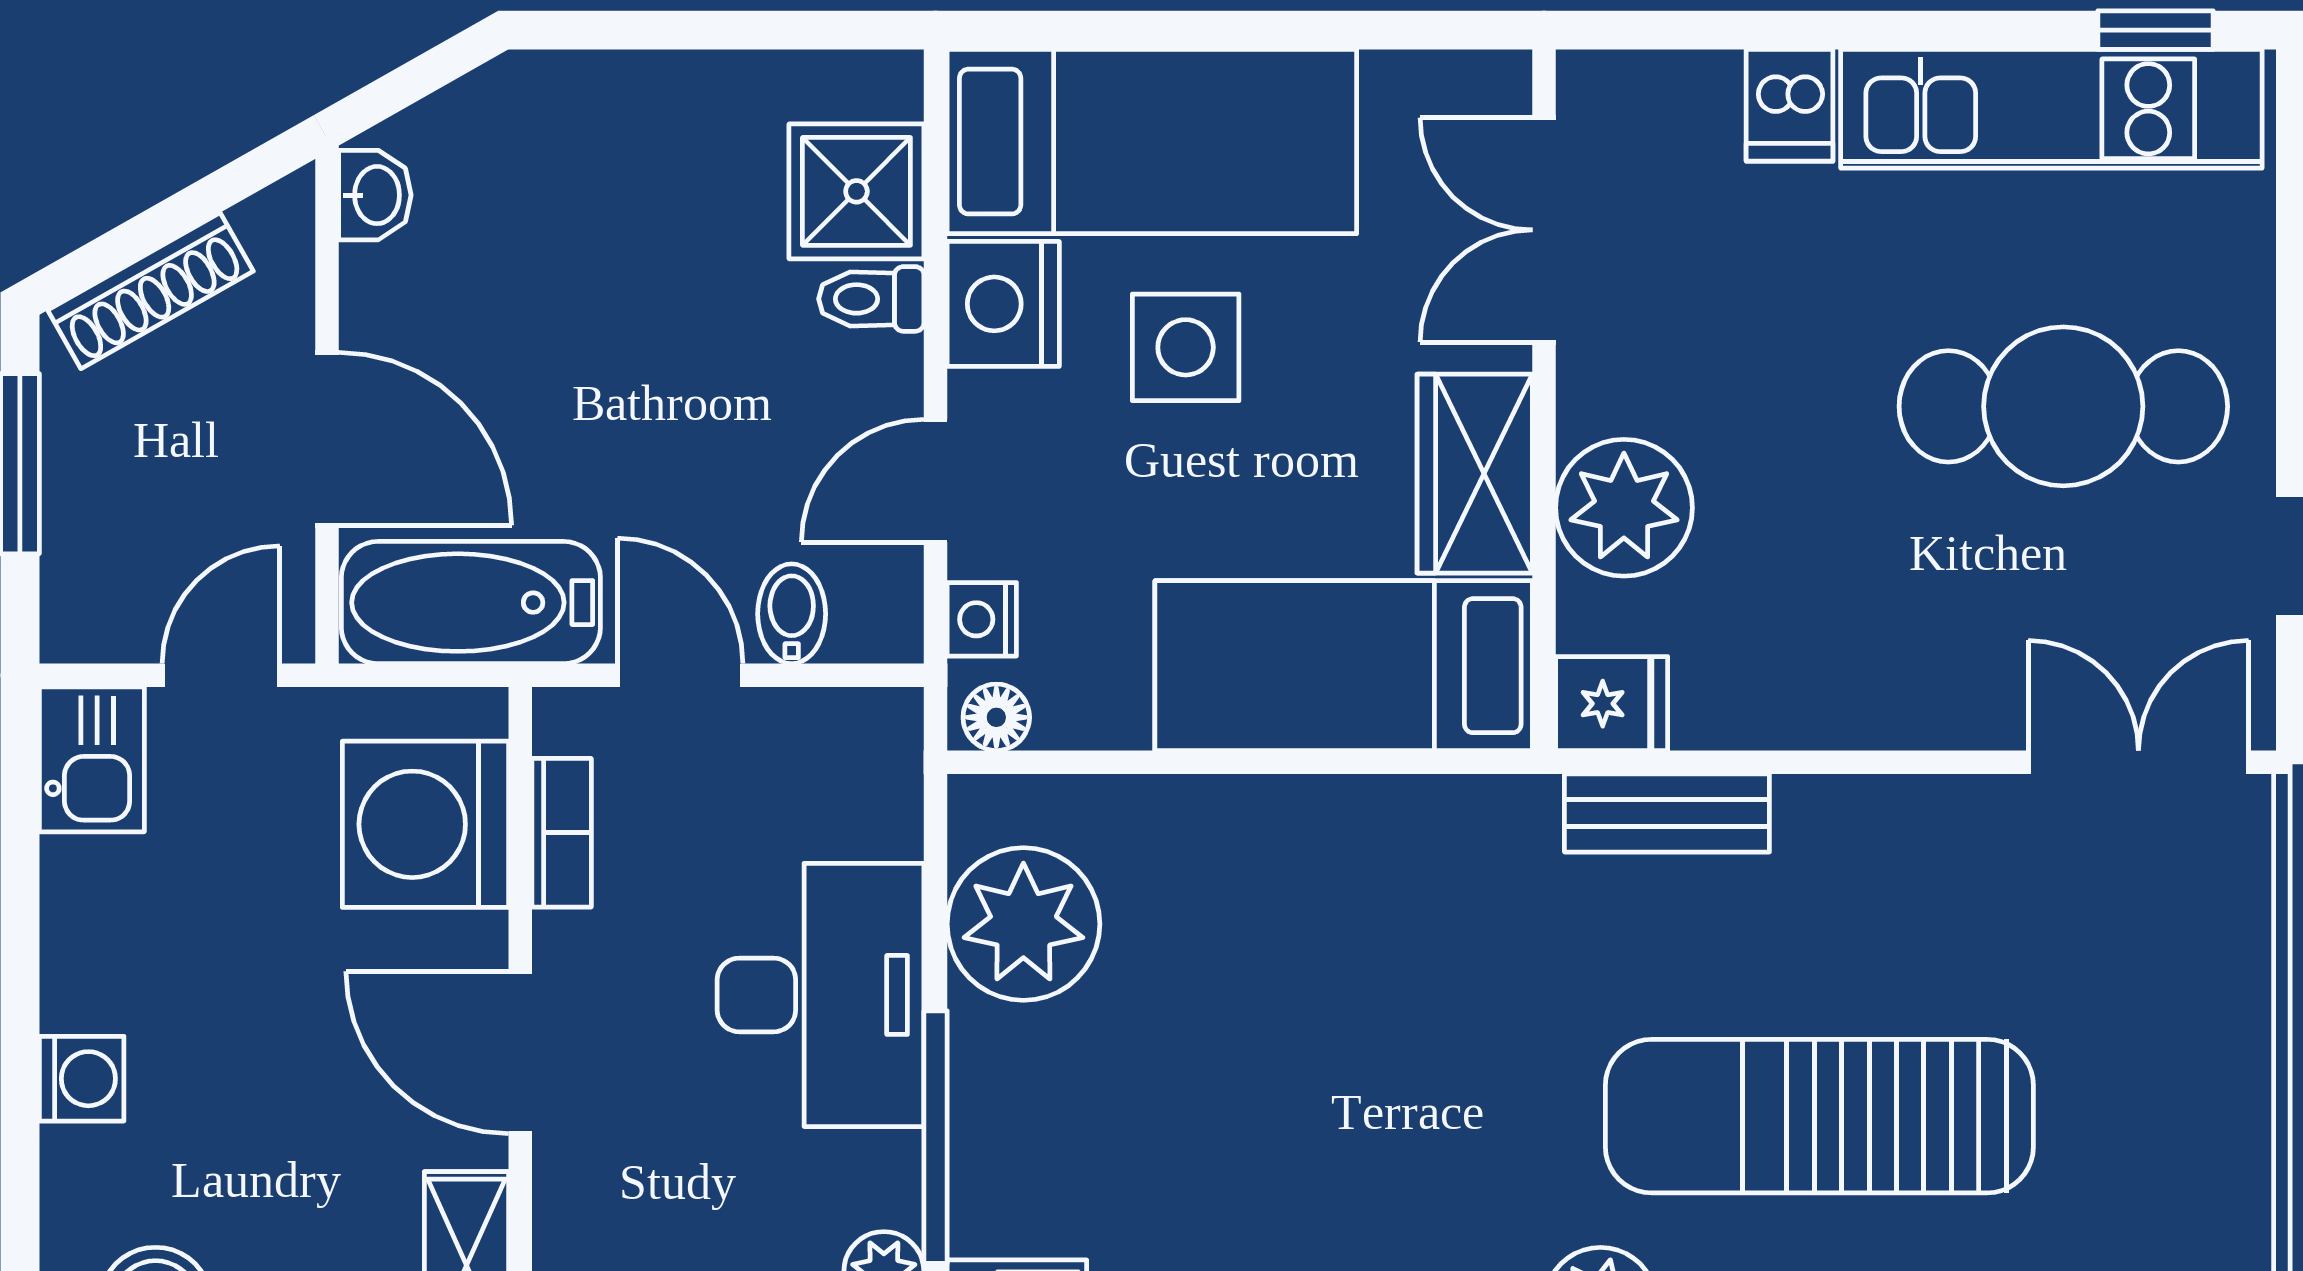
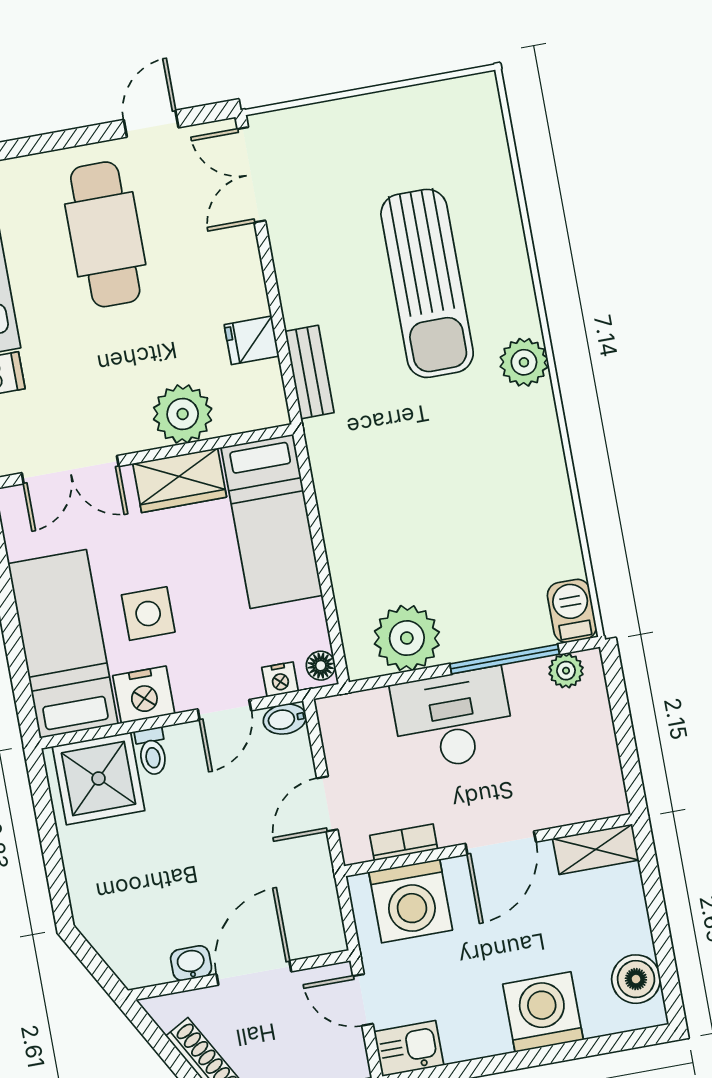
shower: (856, 191) -> (99, 779), width x1.36, depth x1.36
washbasin: (375, 195) -> (191, 963), moved
door: (936, 481) -> (224, 710), hinge flipped
bathtub: (471, 603) -> (313, 899), removed
bidet: (792, 614) -> (285, 719), moved
fridge: (1612, 704) -> (252, 340), moved, turned -90
washing machine: (82, 1079) -> (543, 1012), width x1.89, depth x1.89

